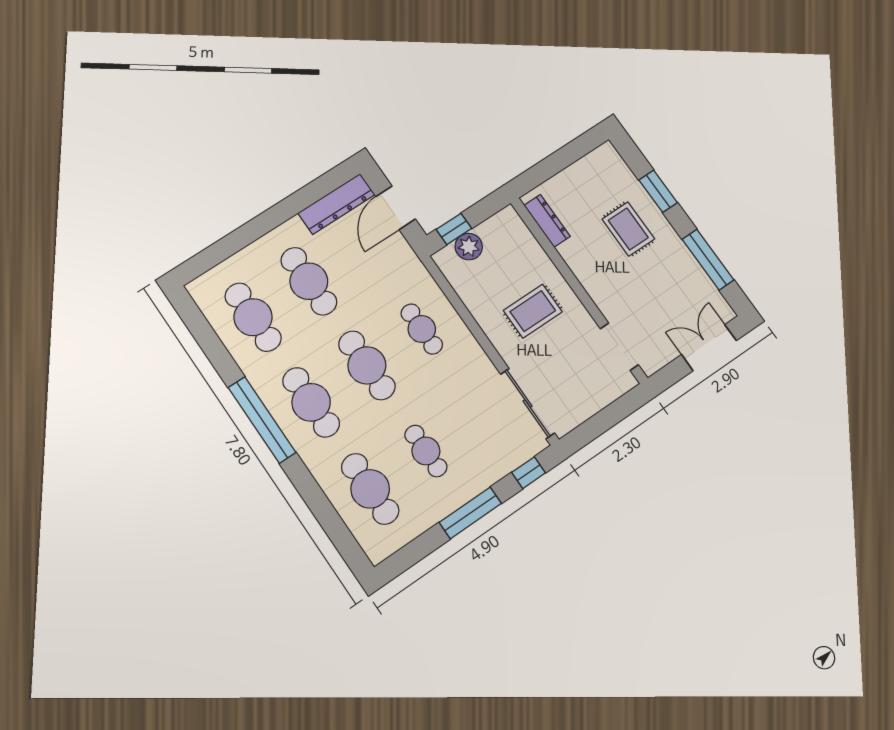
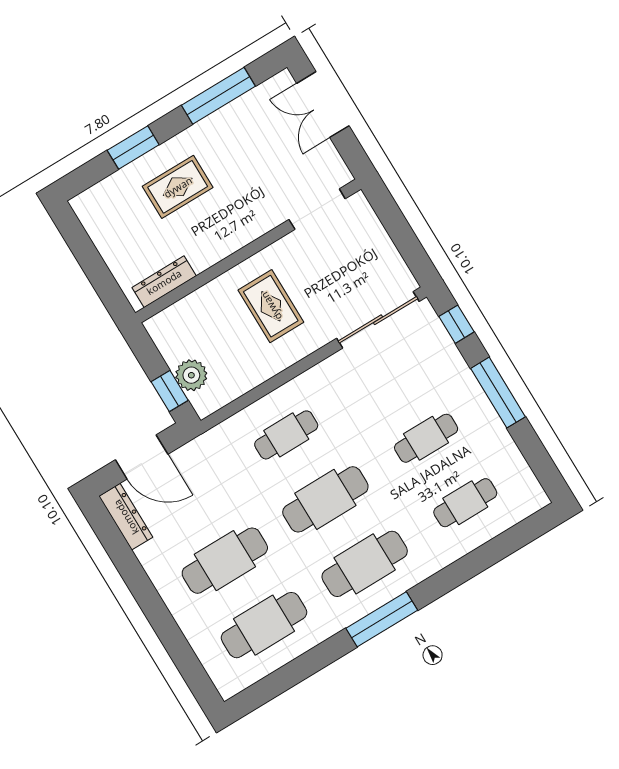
dresser: (336, 204) -> (126, 517), width x0.73, depth x0.80
window: (262, 420) -> (382, 619), width x0.68
cafe table: (370, 489) -> (465, 503), width x0.73, depth x0.74

